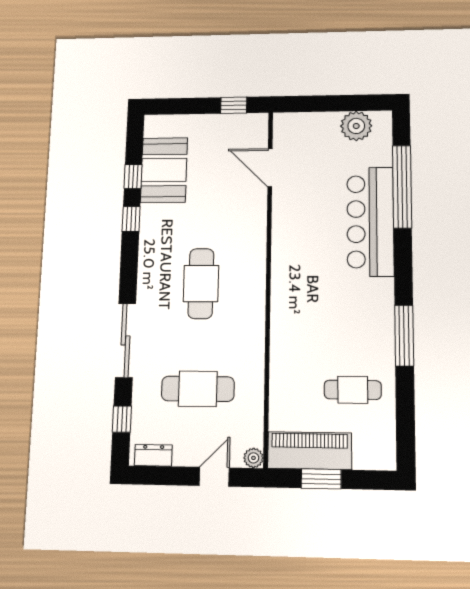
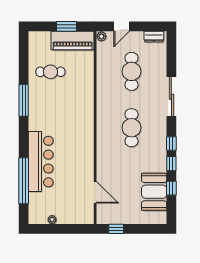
plant: (356, 126) -> (52, 220), width x0.53, depth x0.53
cafe table: (198, 389) -> (132, 71), turned 90
window: (122, 419) -> (171, 144), moved

